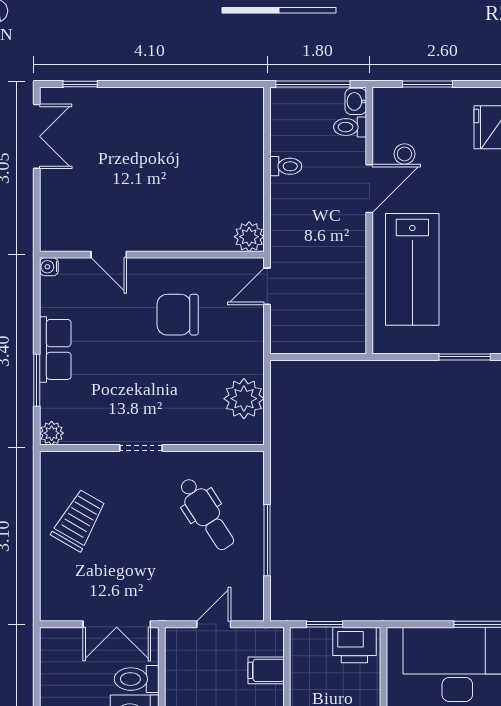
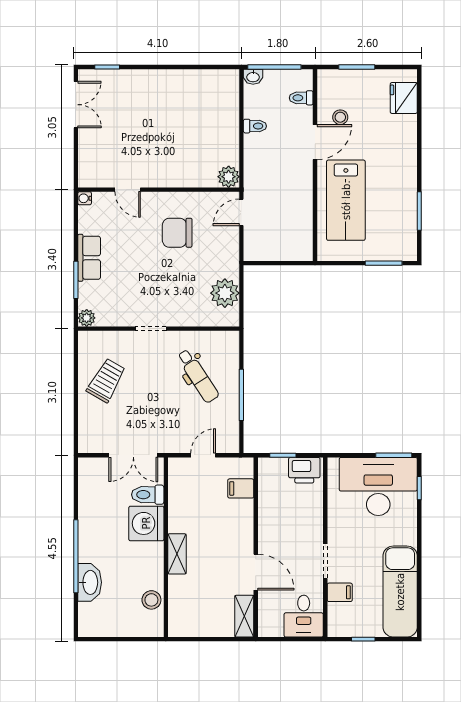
washbasin: (356, 101) -> (253, 77), moved, turned -90

